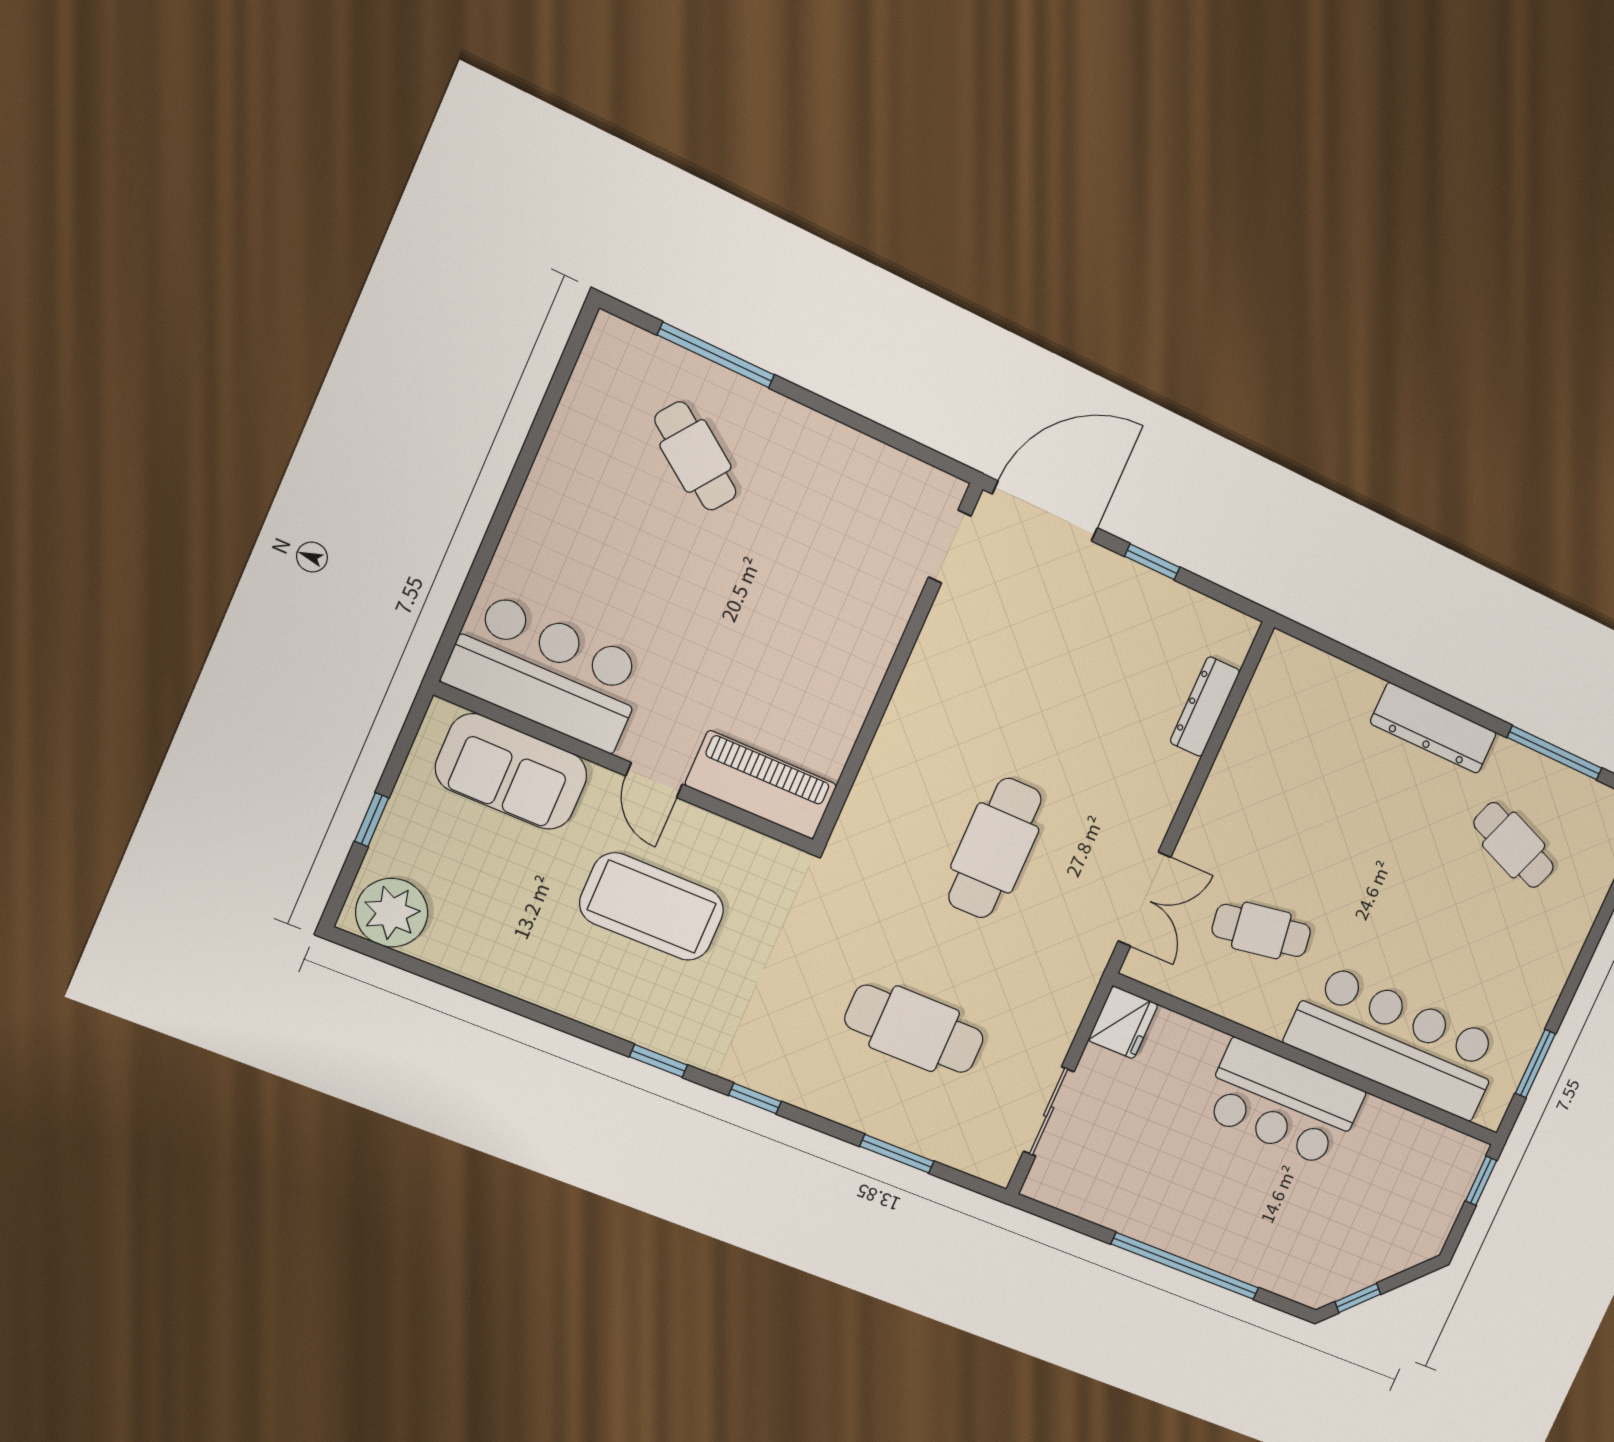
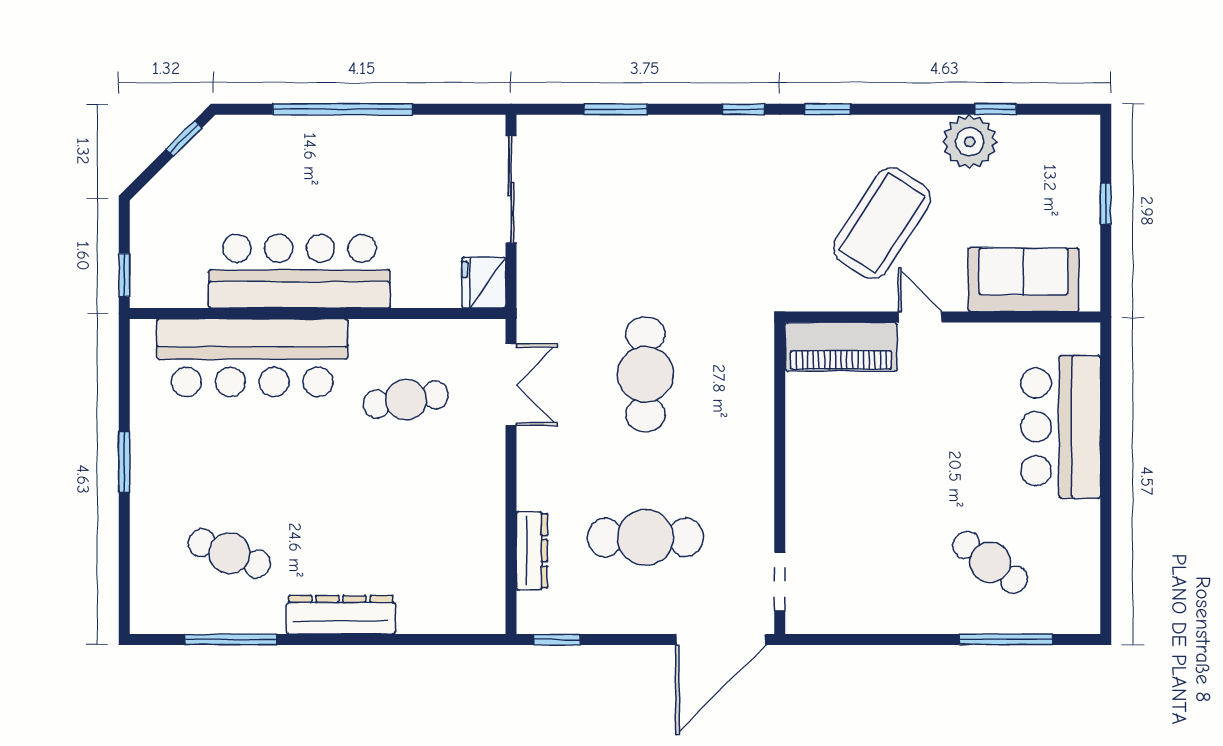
window: (1152, 562) -> (557, 639), moved
bar counter: (547, 672) -> (1061, 427), moved, turned 90
double door: (1144, 899) -> (511, 385), swing flipped
coffee table: (652, 907) -> (882, 223), turned -57
plant: (392, 913) -> (970, 142), moved
window: (460, 983) -> (995, 109), added
cafe table: (914, 1029) -> (645, 537), moved
window: (1535, 1064) -> (124, 462), moved
bar counter: (1283, 1103) -> (299, 271), width x1.36
sliding door: (1049, 1112) -> (511, 189), width x1.37

